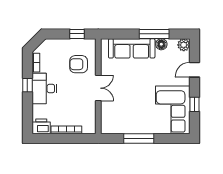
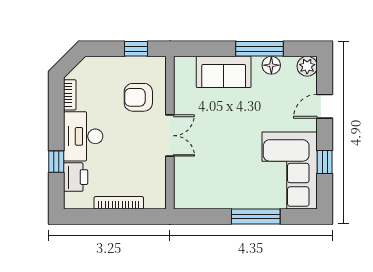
sofa: (132, 48) -> (224, 72), width x0.73
window: (27, 85) -> (56, 162), moved
printer: (41, 126) -> (76, 177), moved, turned 90
window: (139, 138) -> (256, 217), moved

